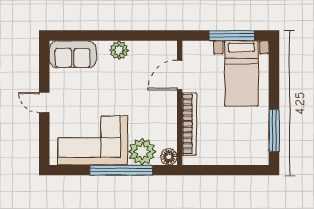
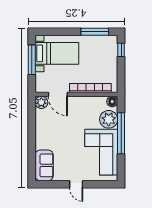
plant: (119, 50) -> (41, 102), moved
door: (44, 102) -> (76, 184), hinge flipped
window: (247, 170) -> (121, 50), added

